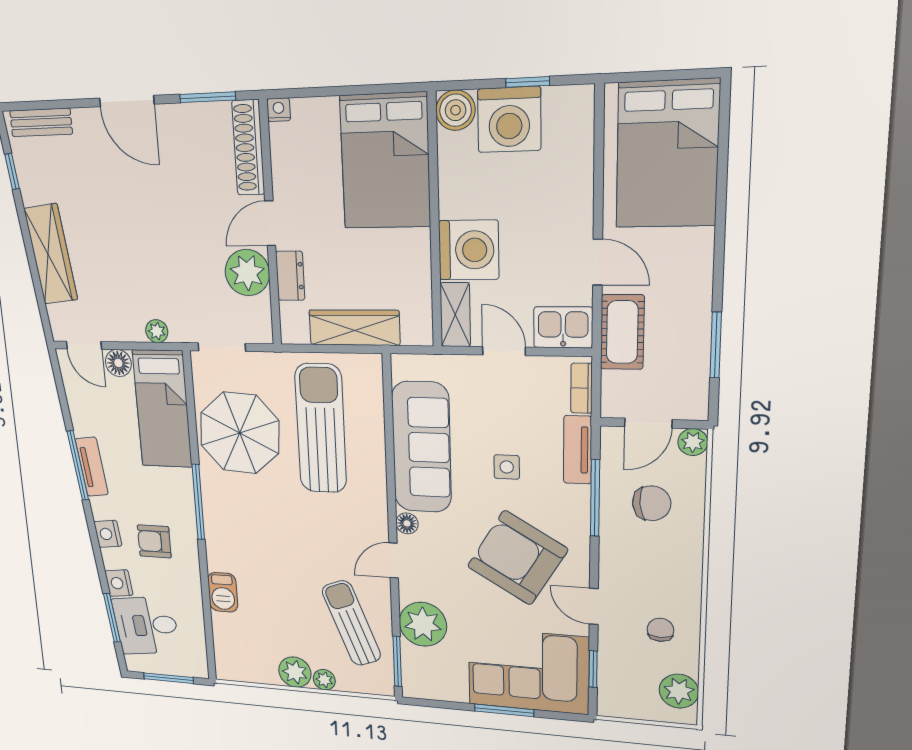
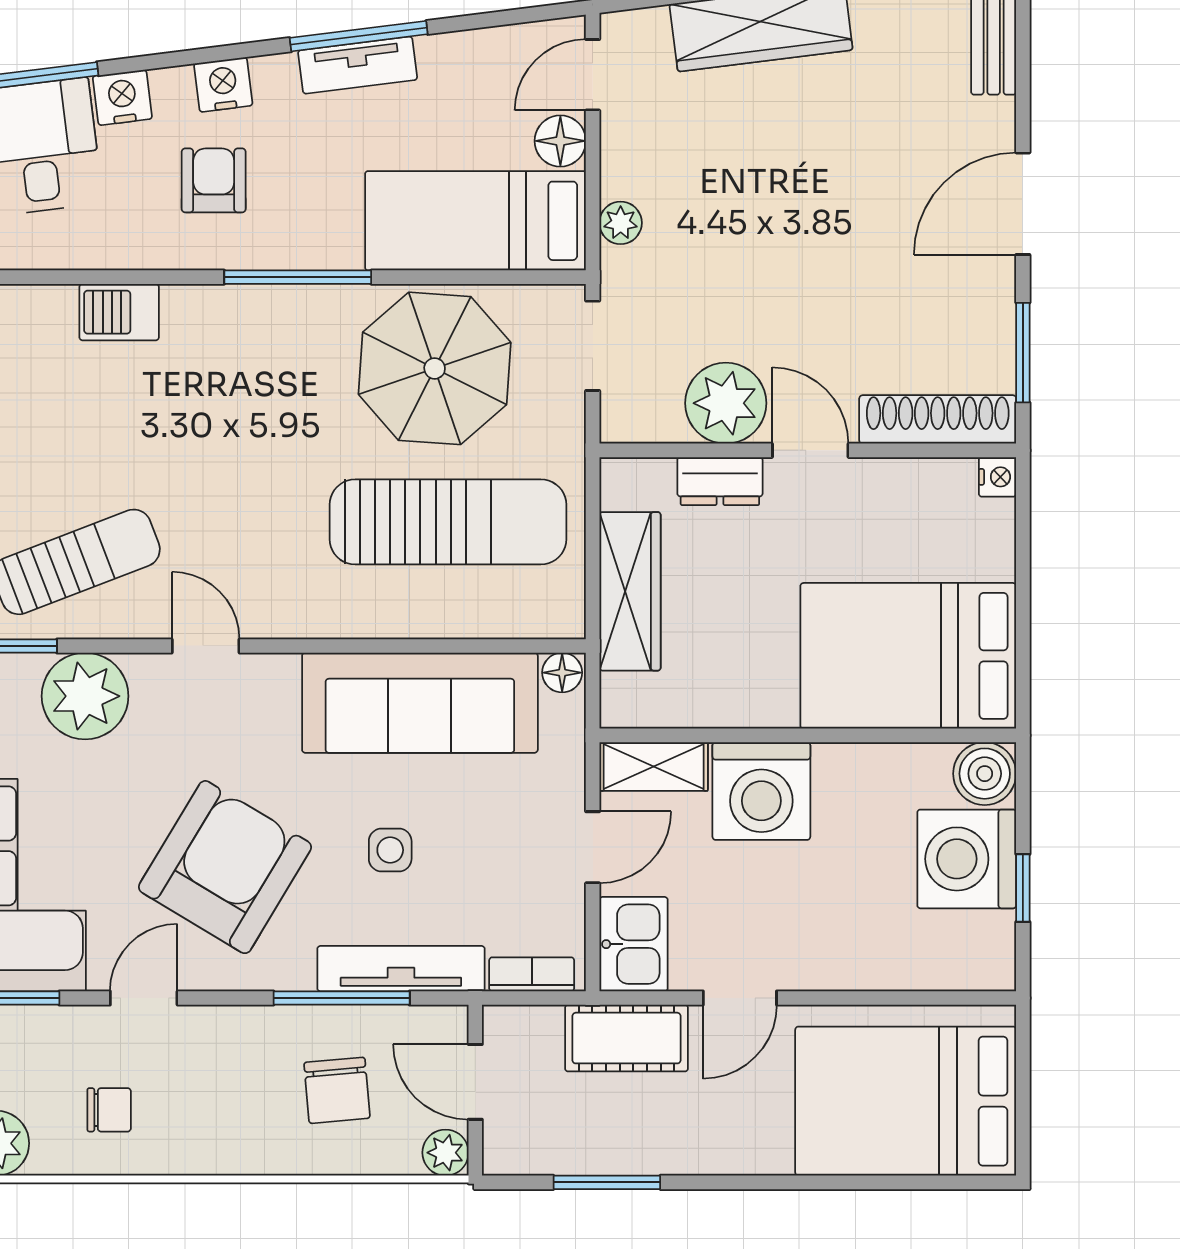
tv unit: (578, 450) -> (401, 969), width x1.41
floor lamp: (407, 523) -> (562, 673), moved

